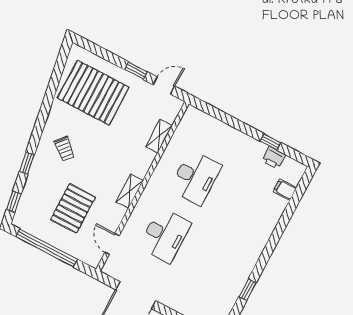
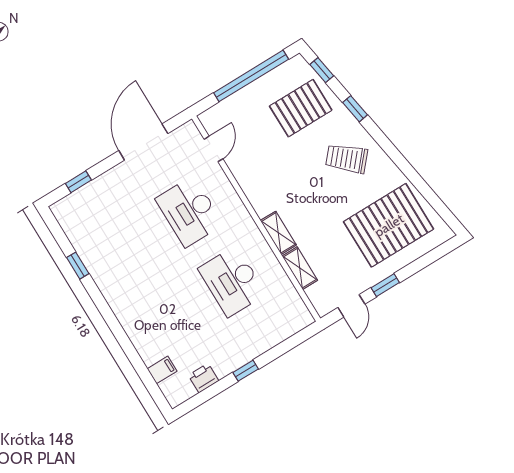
window: (270, 142) -> (246, 371), moved
trolley: (64, 149) -> (347, 159), width x1.36, depth x1.39
shelving: (130, 191) -> (278, 233), moved
pallet: (73, 208) -> (301, 108), moved, turned 90
door: (112, 244) -> (213, 149), hinge flipped

